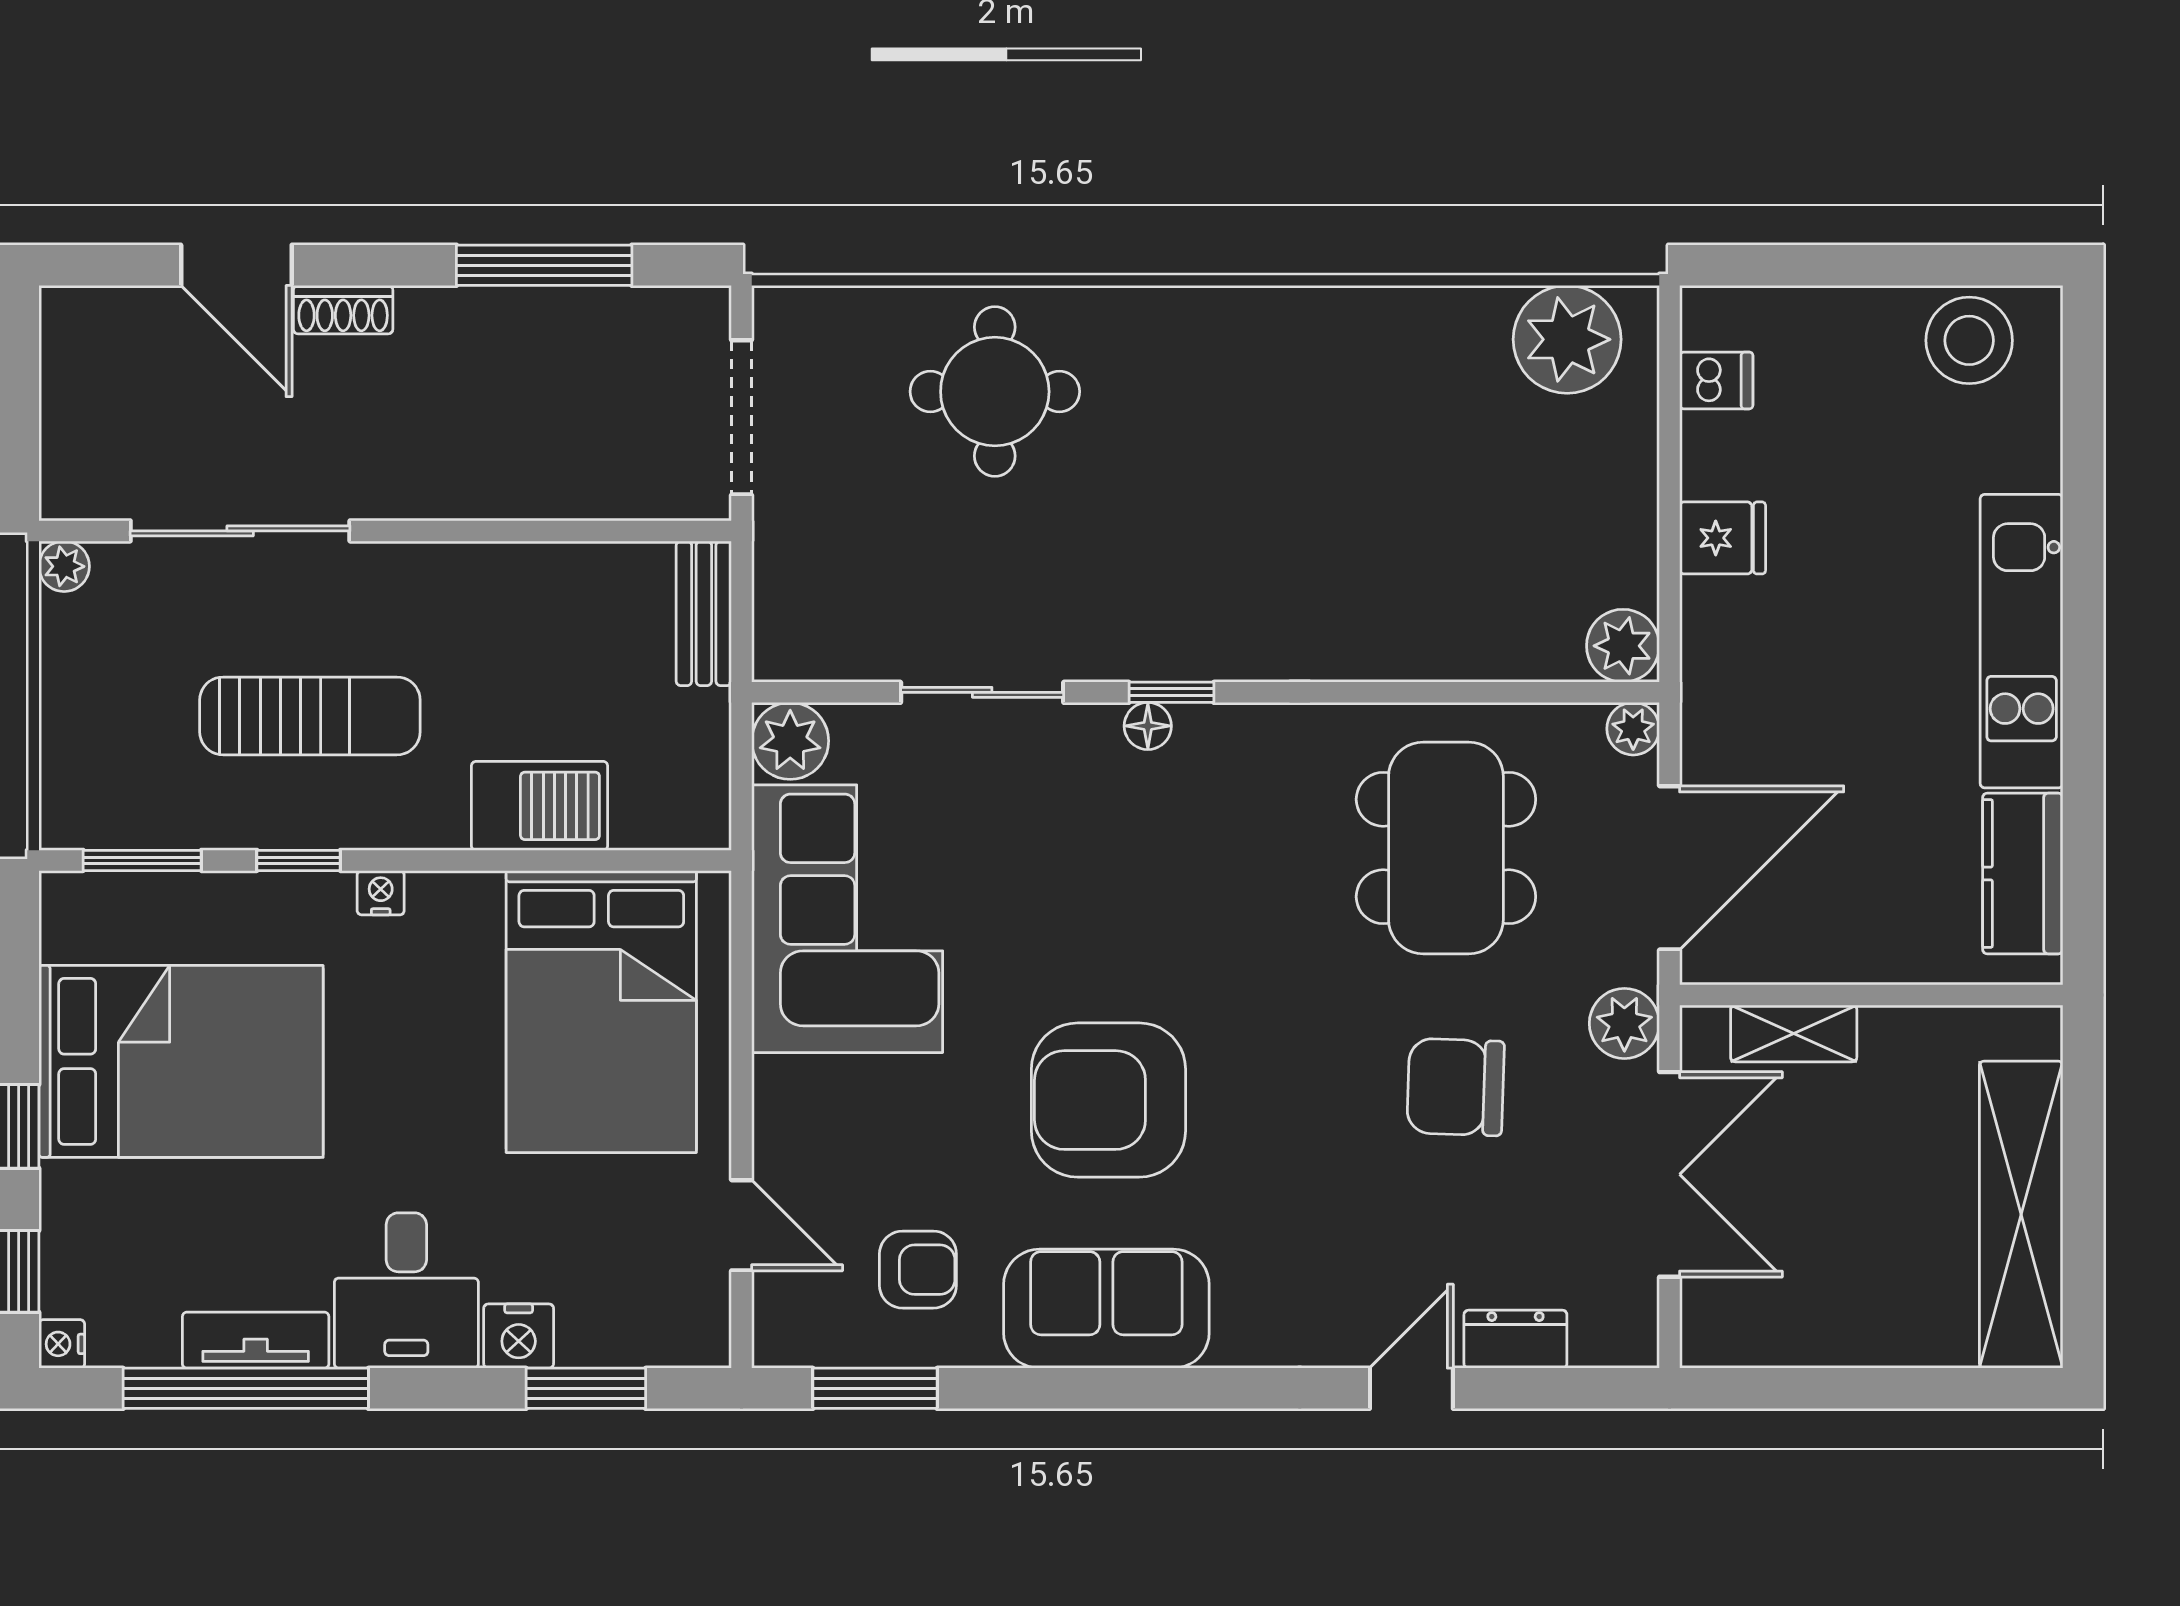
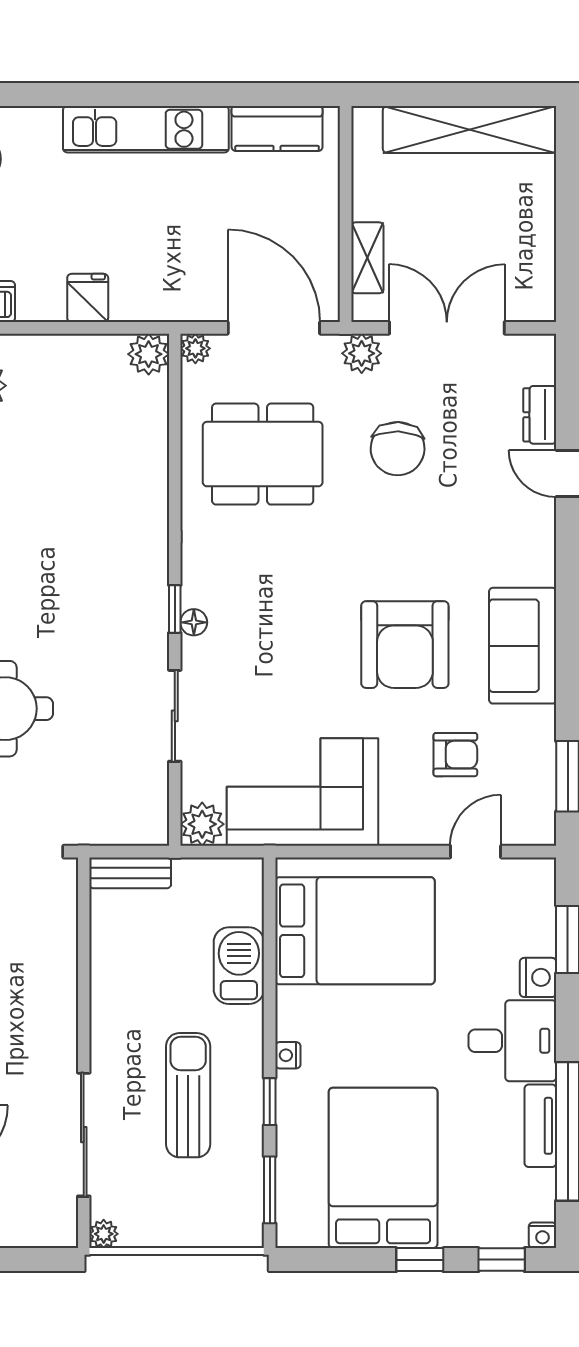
armchair: (918, 1270) -> (455, 755), moved, turned 90

